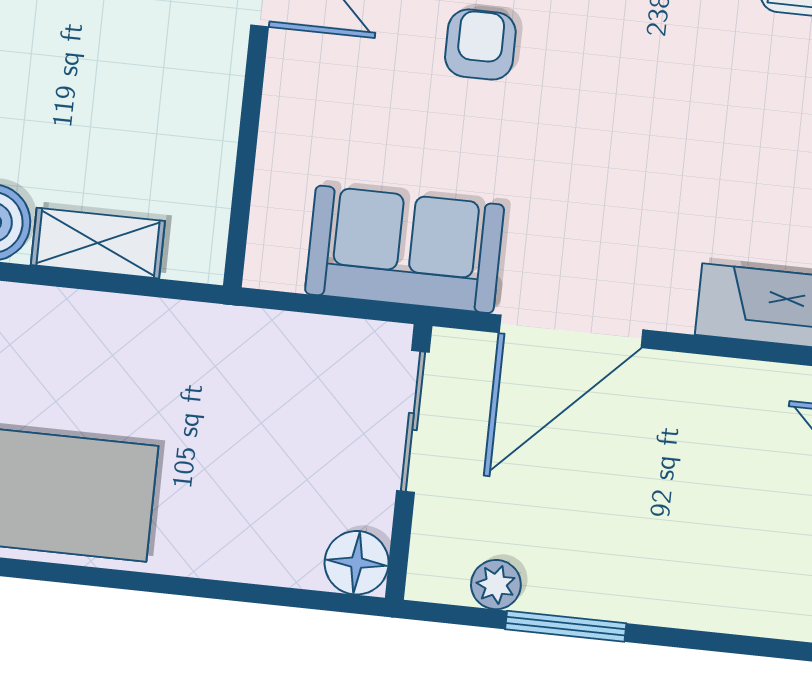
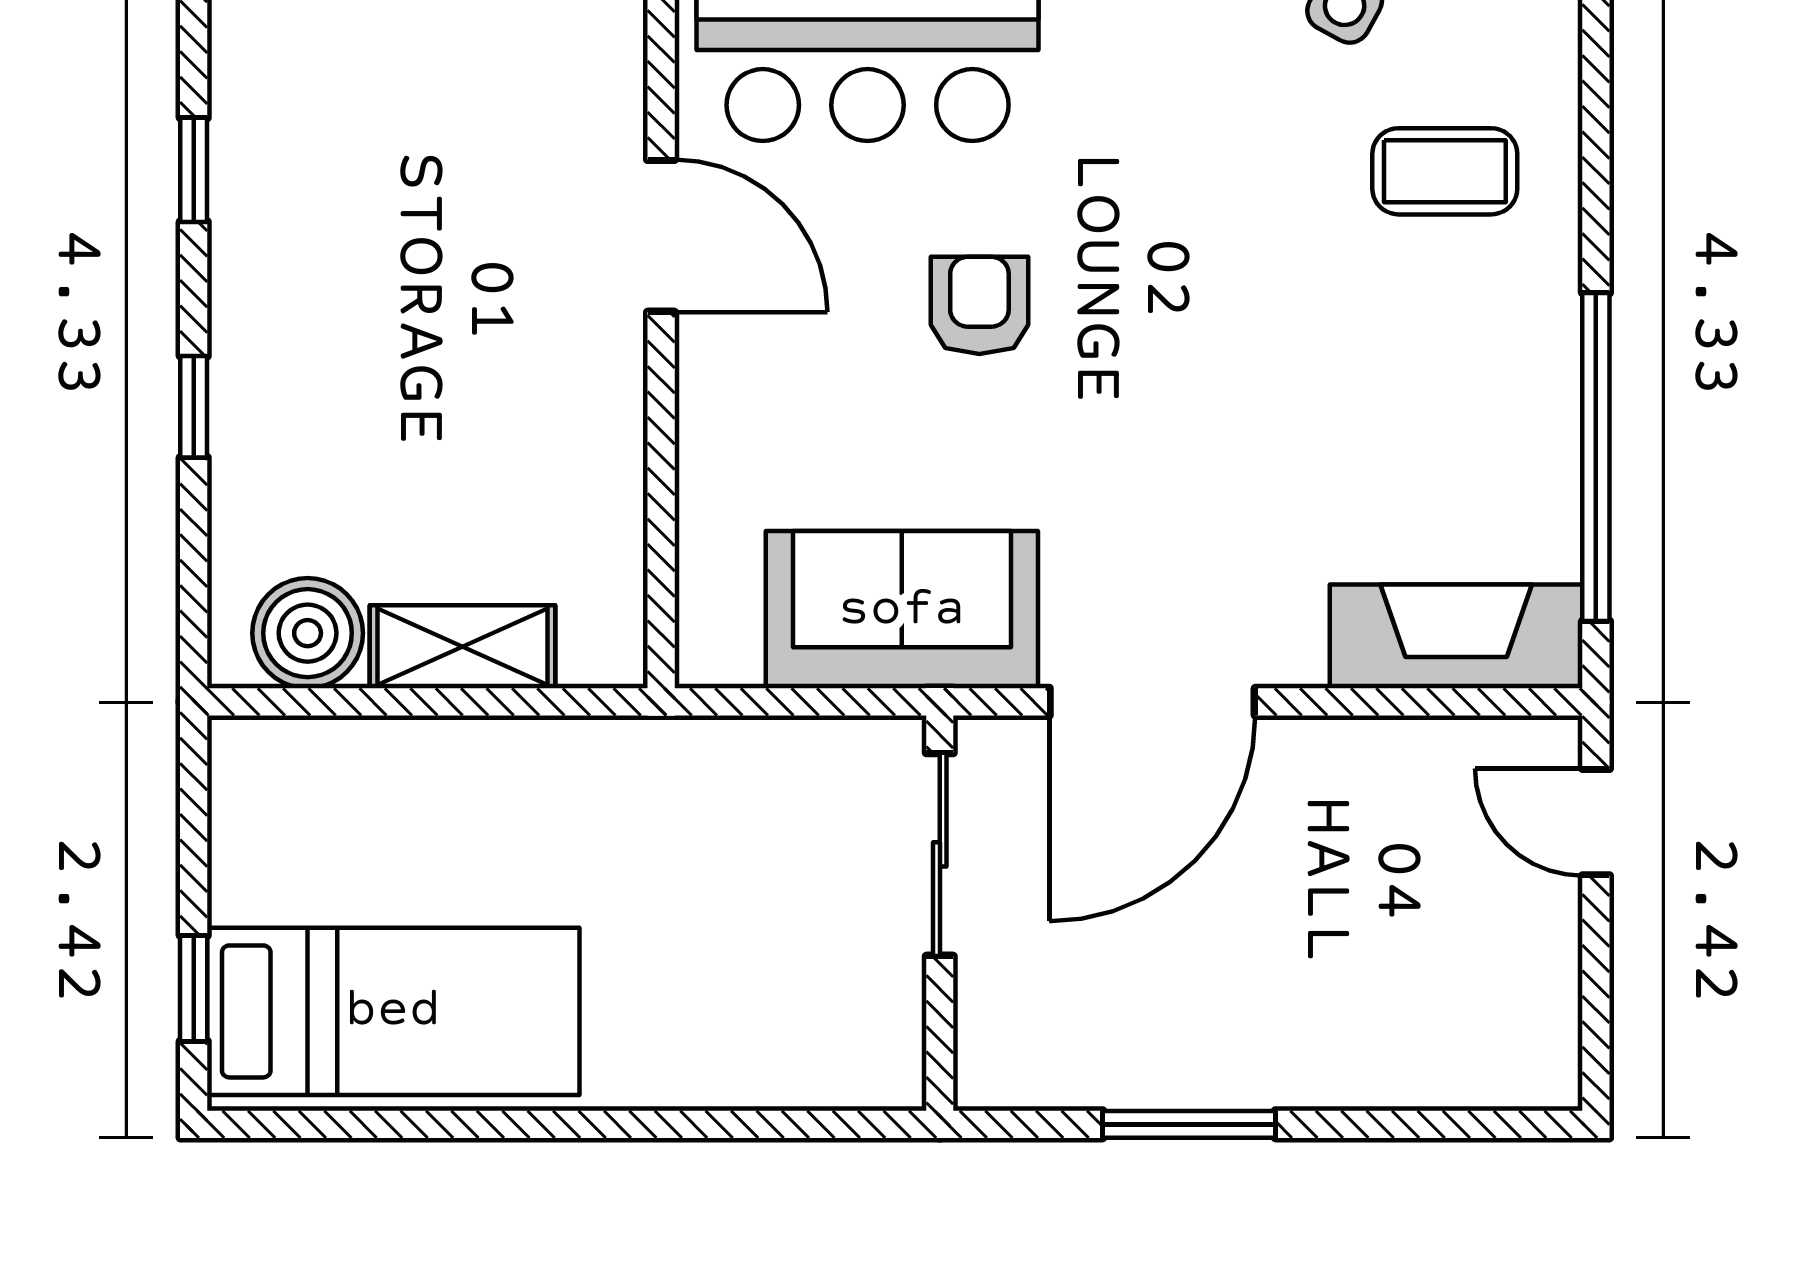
floor lamp: (357, 563) -> (880, 1065), removed
plant: (496, 585) -> (1083, 1075), removed

